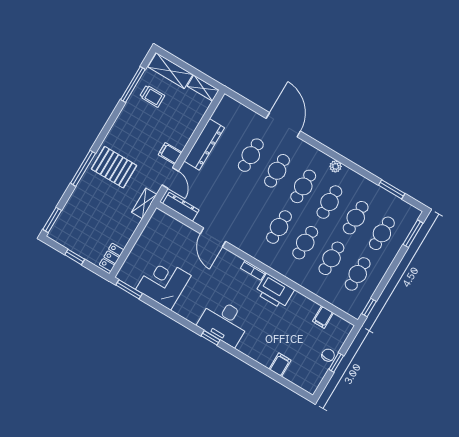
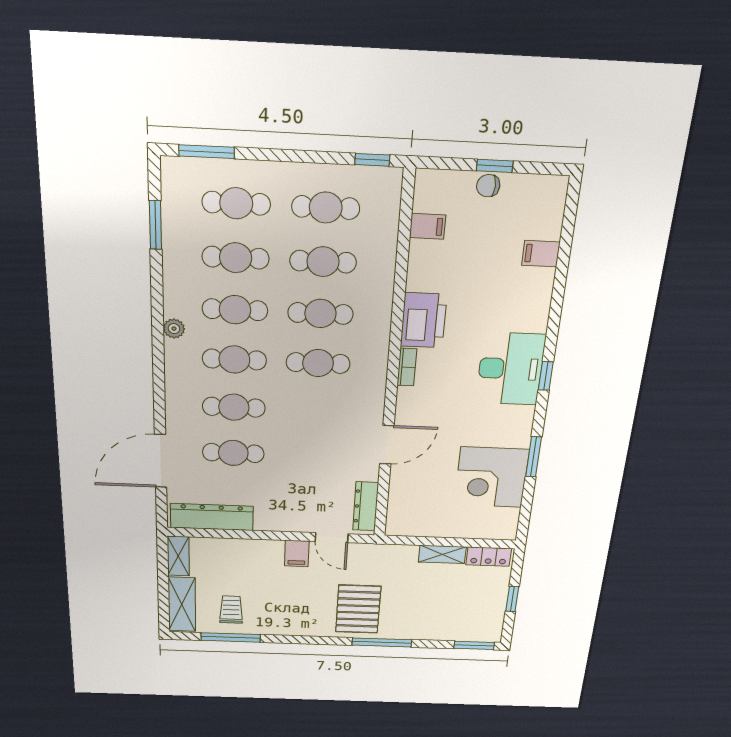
door: (283, 125) -> (161, 461), moved
dresser: (204, 144) -> (212, 517), moved
door: (170, 178) -> (332, 538), swing flipped
shelving: (144, 203) -> (442, 554), moved
window: (129, 289) -> (534, 457), moved

